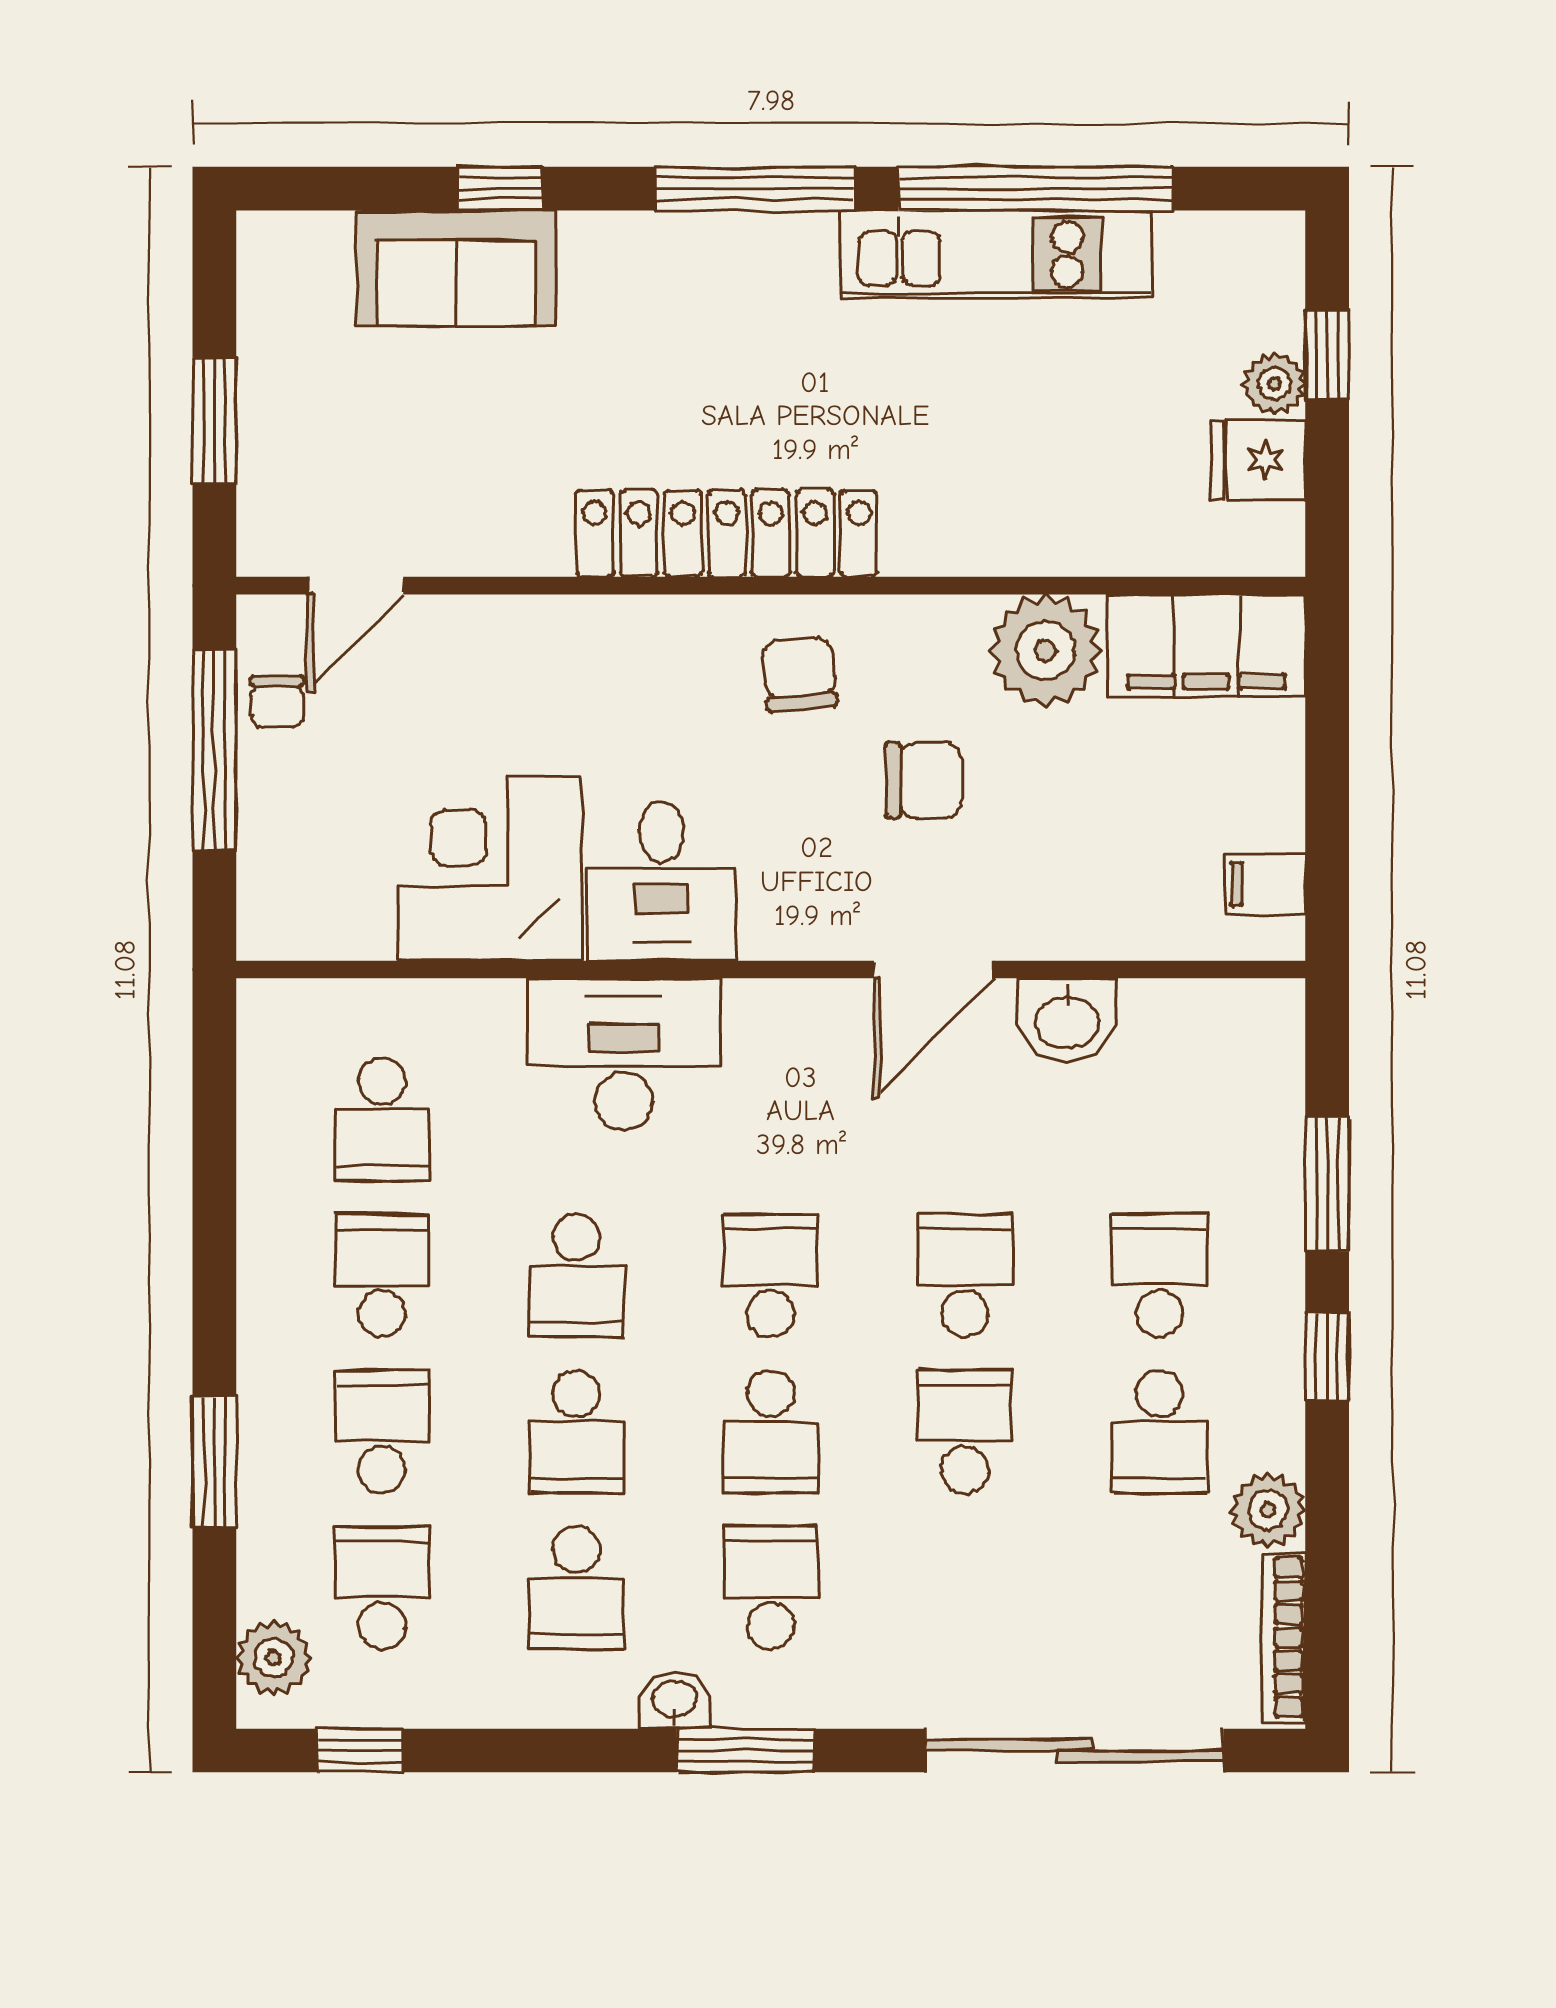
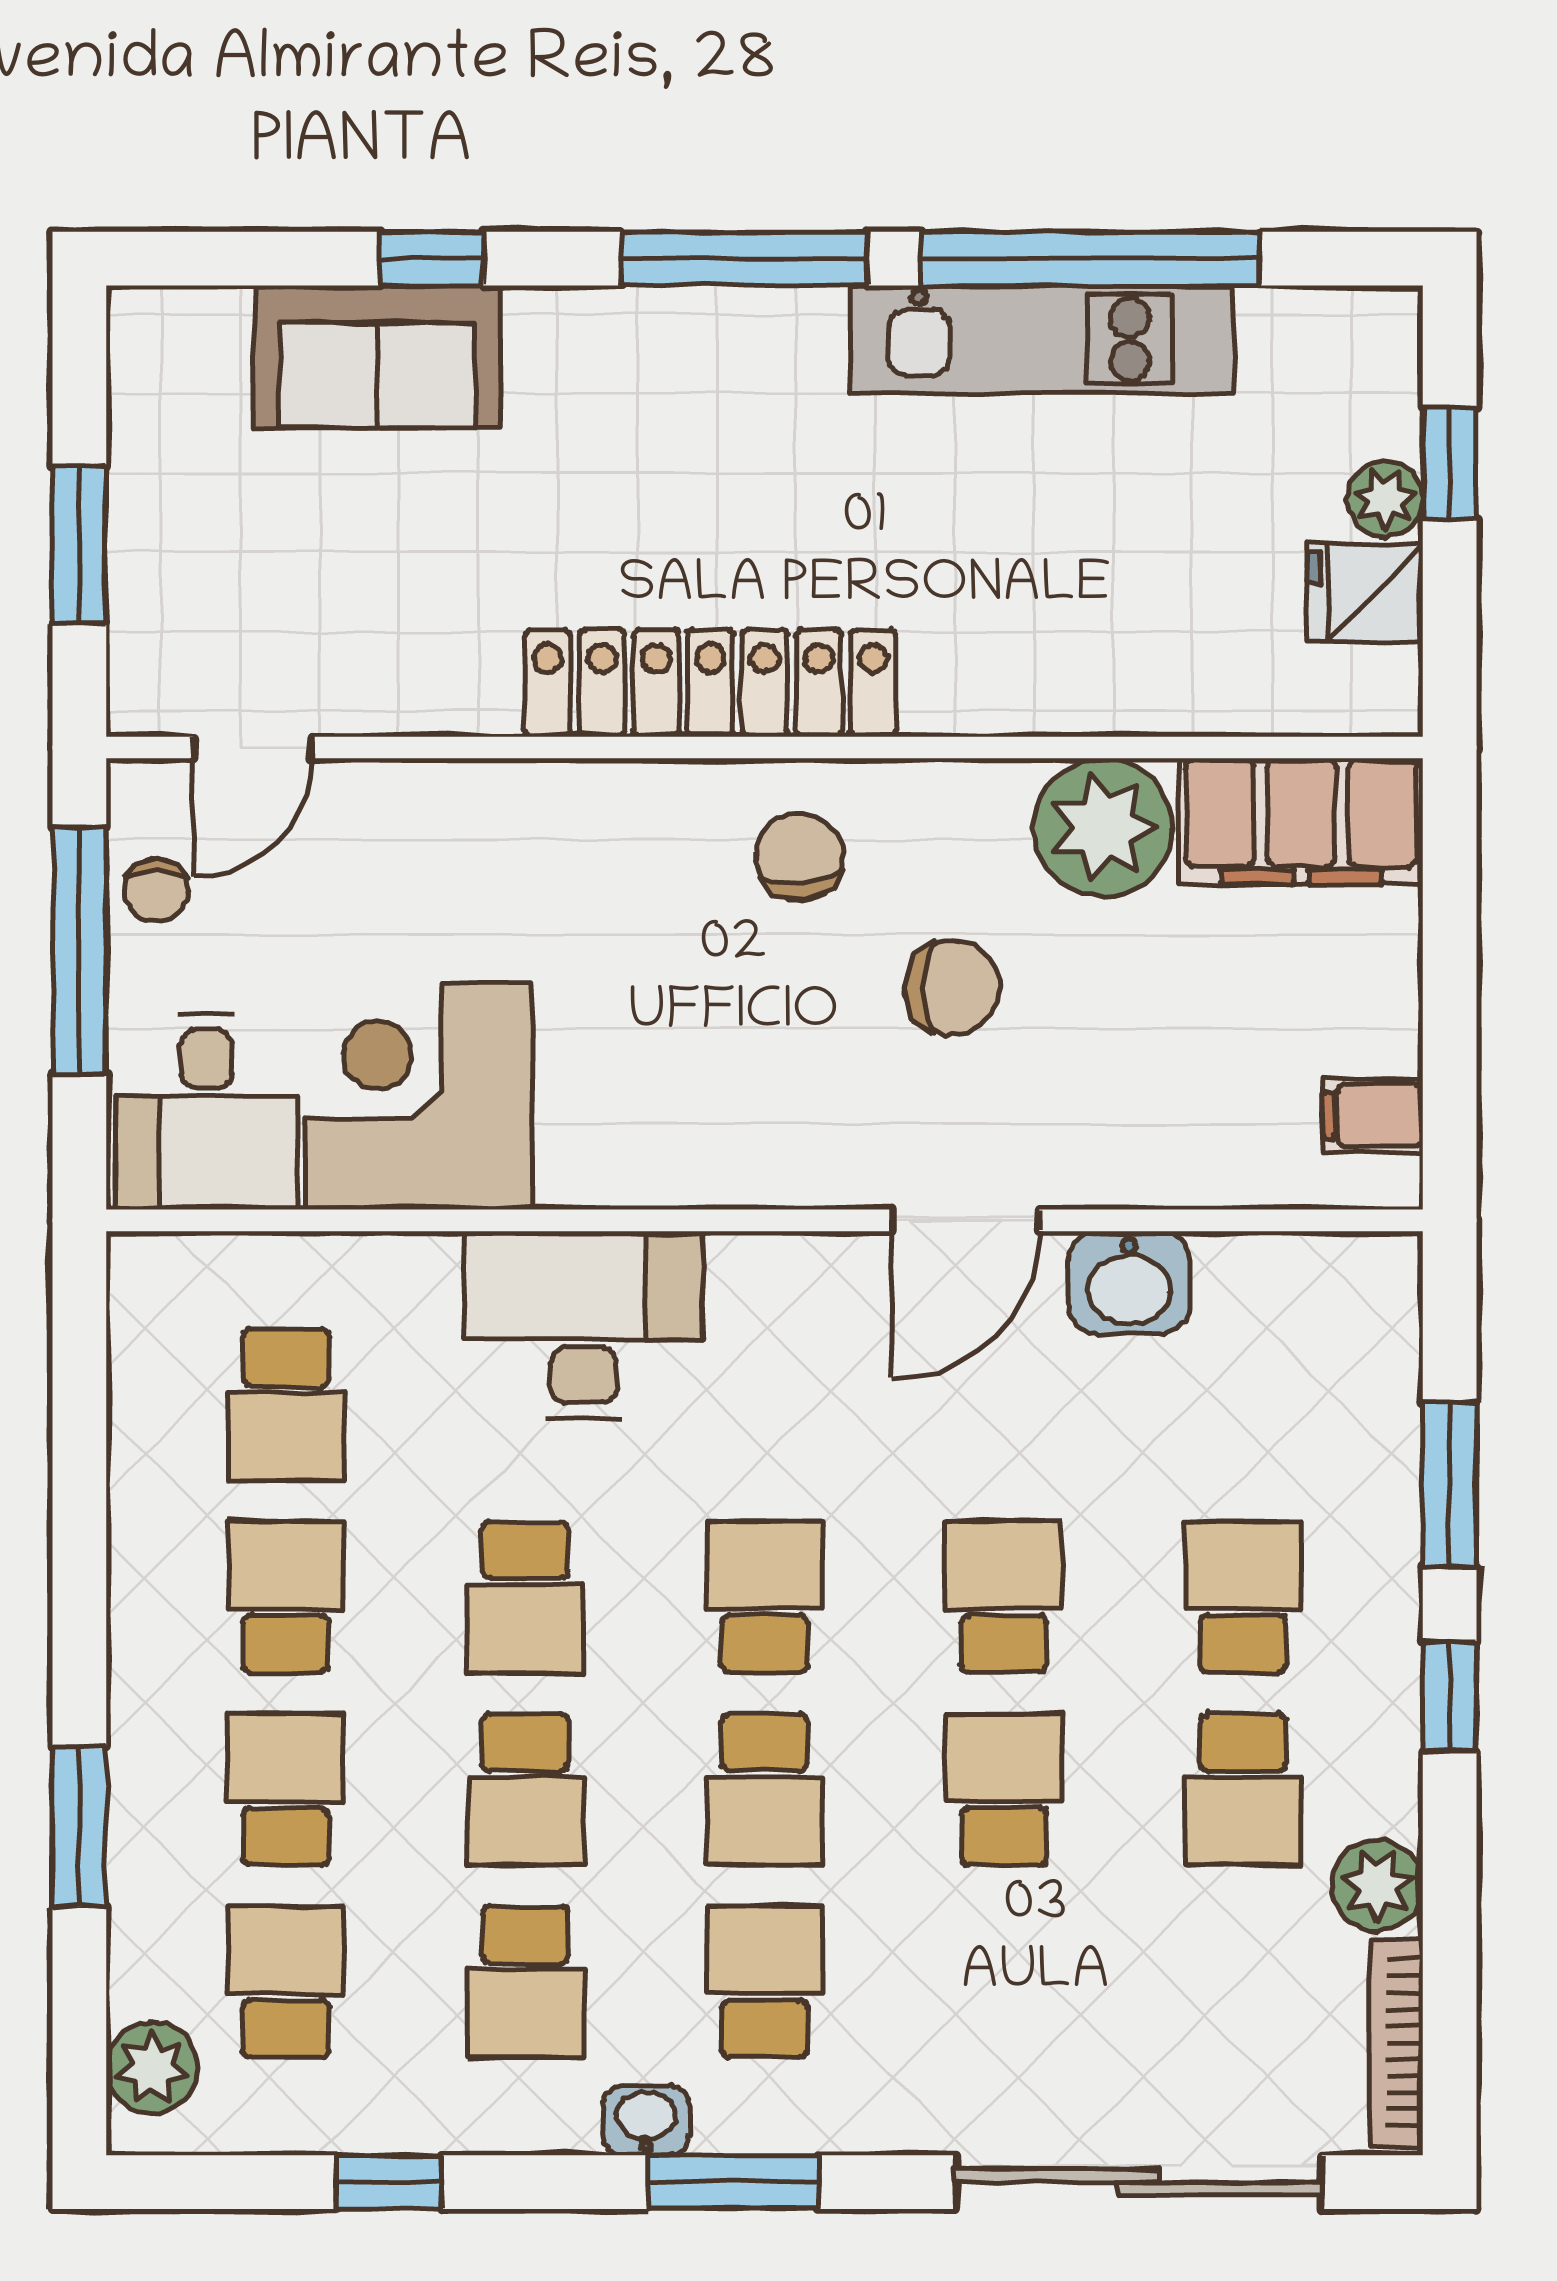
desk: (661, 881) -> (207, 1112), moved
window: (360, 1751) -> (389, 2182), moved

